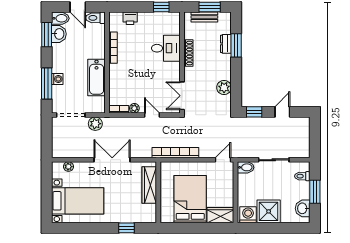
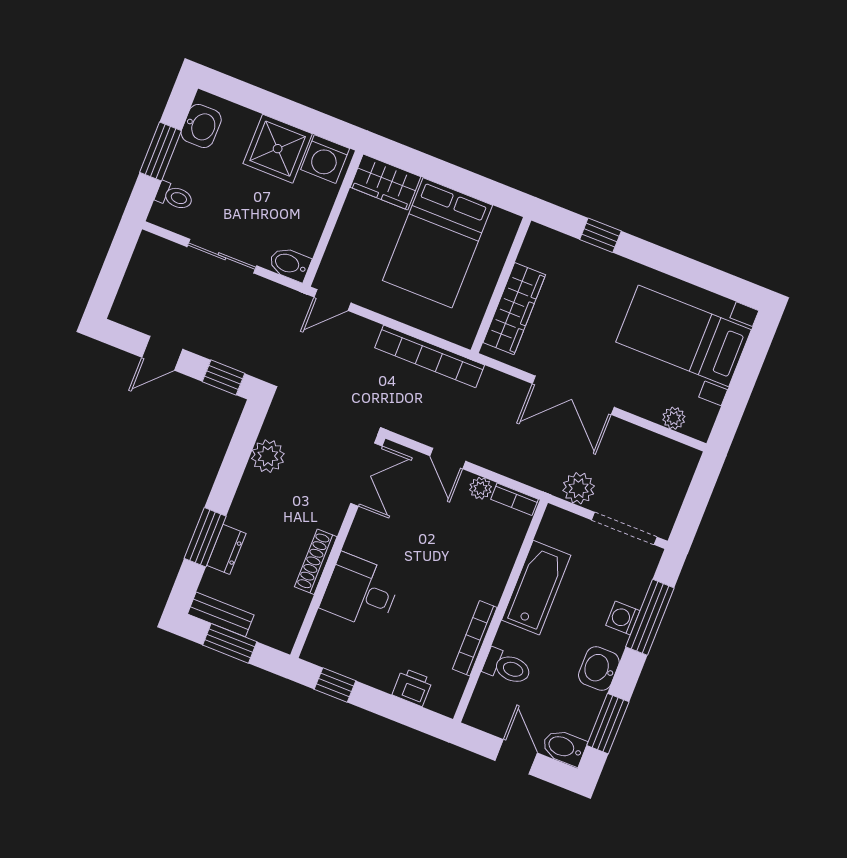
bench: (204, 17) -> (221, 614), moved
toilet: (96, 18) -> (507, 667), moved
washbasin: (59, 34) -> (599, 669), moved

